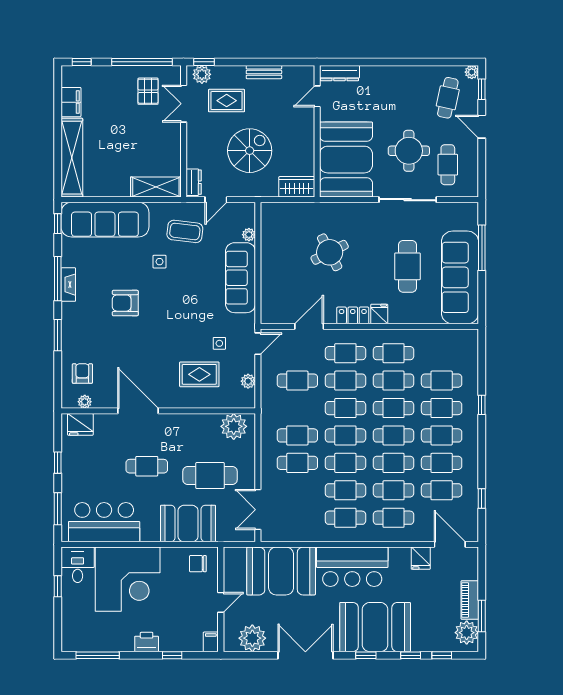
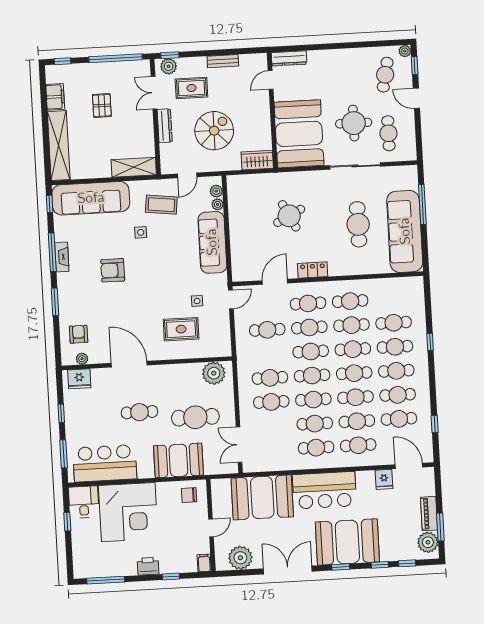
pallet: (148, 91) -> (102, 105), moved
dresser: (194, 182) -> (165, 126), moved, width x1.44
fridge: (379, 314) -> (336, 267), removed
plant: (248, 381) -> (216, 191), moved

